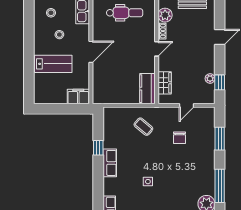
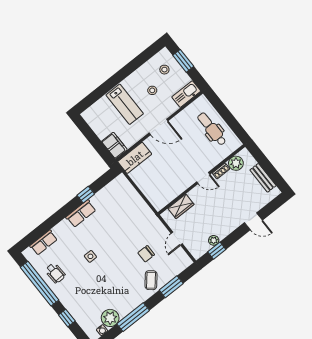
dental chair: (125, 13) -> (212, 129), turned 180
kitchen counter: (148, 89) -> (135, 158), moved, turned 180
door: (187, 105) -> (177, 239), hinge flipped
coffee table: (143, 127) -> (151, 280), moved

